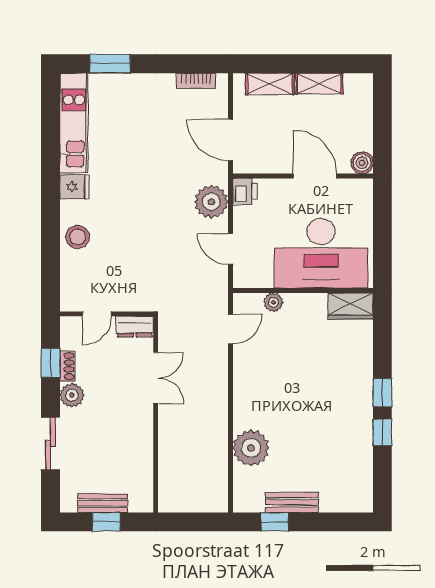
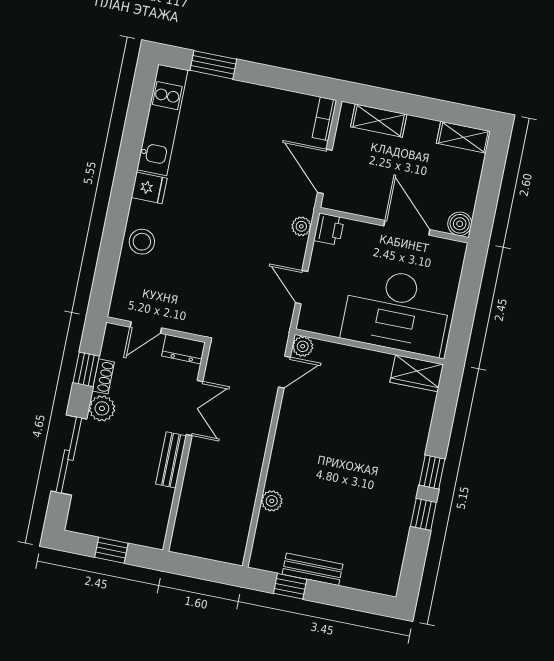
bookcase: (196, 81) -> (324, 119), moved, turned 90
shelving: (319, 84) -> (463, 137), moved
plant: (211, 202) -> (301, 226), width x0.53, depth x0.53
plant: (273, 302) -> (303, 346), moved
sliding door: (50, 443) -> (69, 455), width x1.37
plant: (251, 448) -> (272, 501), width x0.53, depth x0.53
bench: (103, 503) -> (171, 460), moved, turned 90

